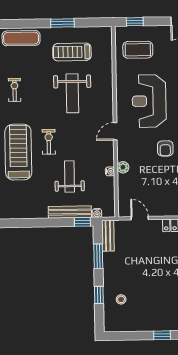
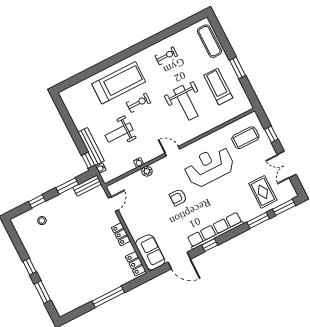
window: (135, 22) -> (271, 134), moved
coffee table: (138, 50) -> (245, 138), turned 90
weight bench: (72, 93) -> (186, 103), turned -90
weight bench: (70, 177) -> (119, 133), turned 180

